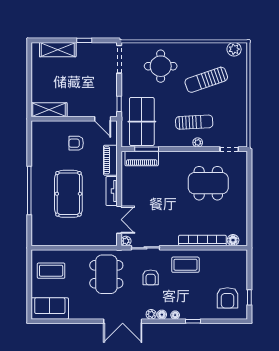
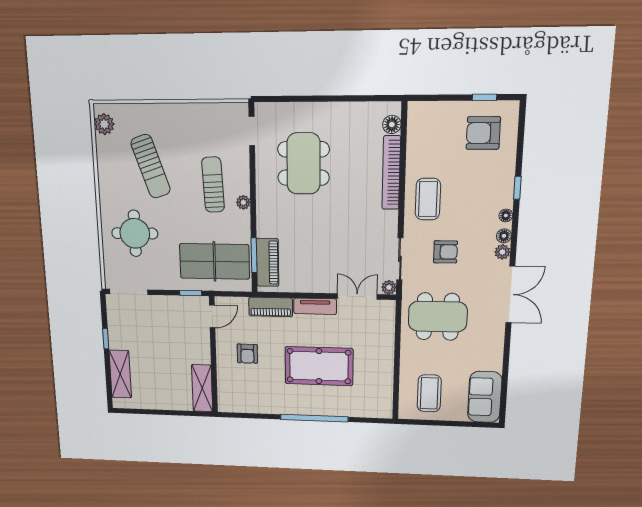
plant: (198, 142) -> (243, 202), moved
armchair: (227, 298) -> (483, 133), turned 180

